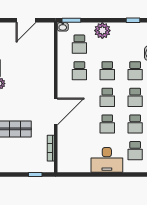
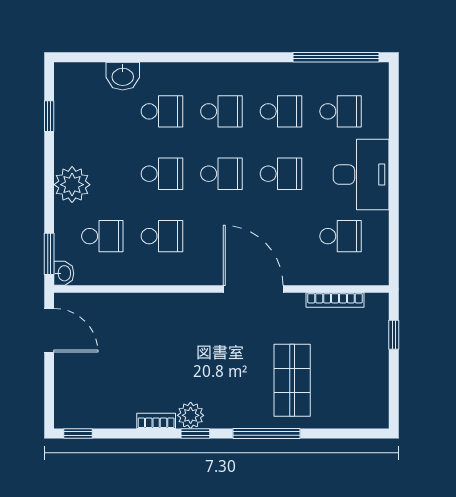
door: (26, 20) -> (49, 330), moved
school desk: (79, 151) -> (341, 236), added

